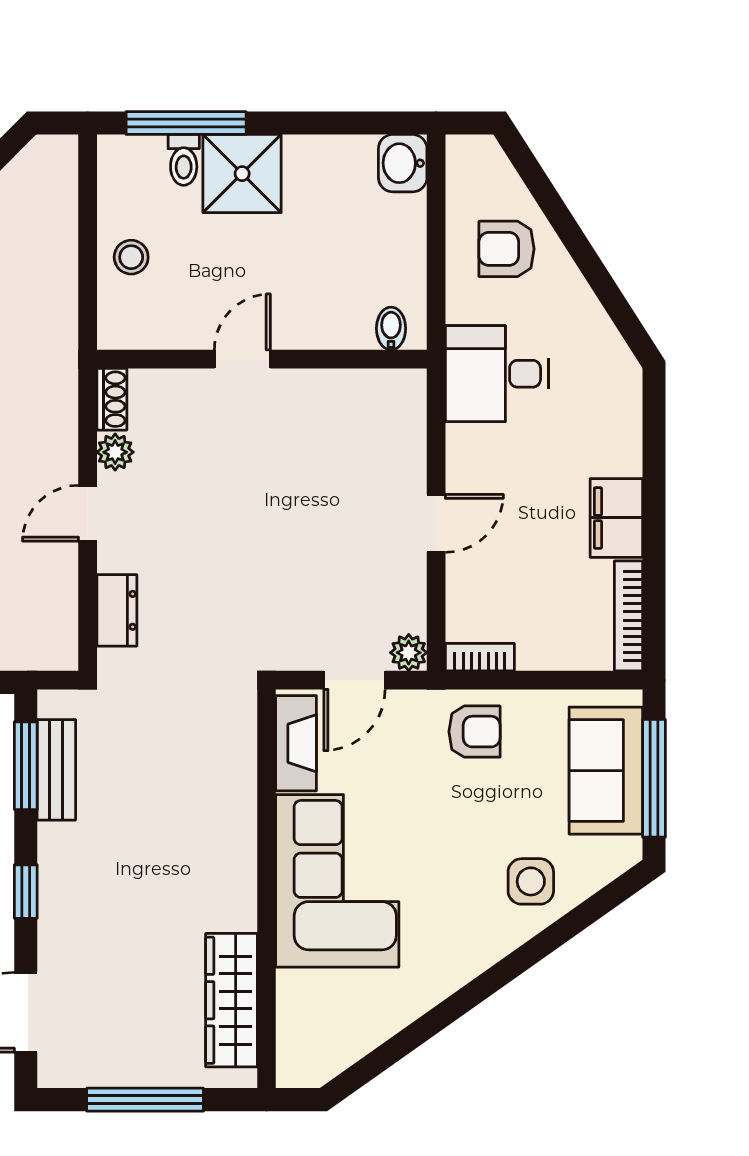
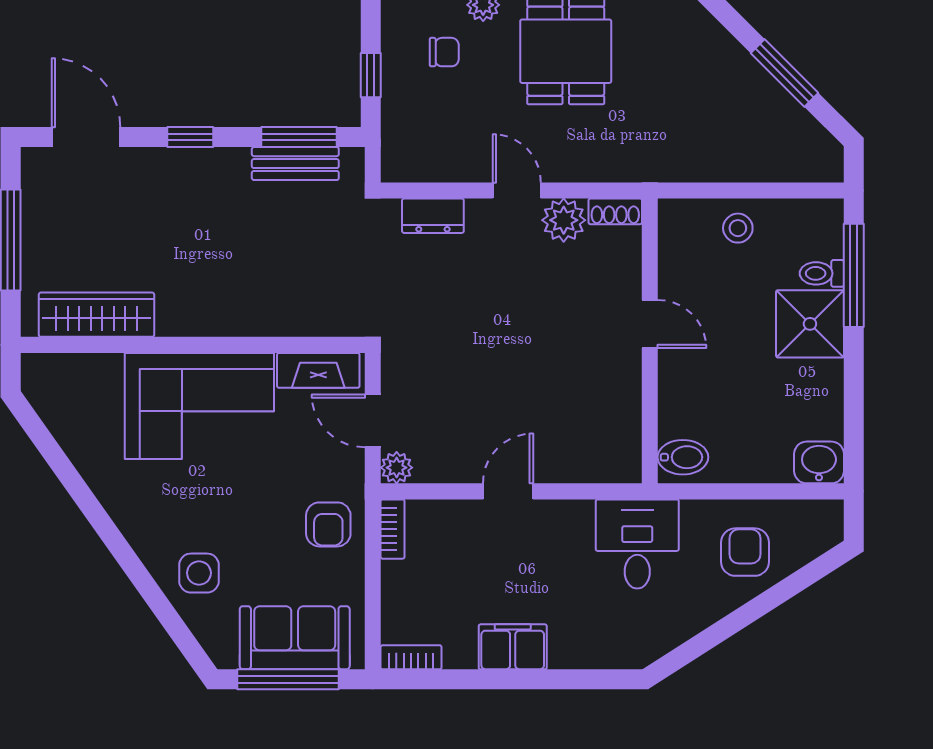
bidet: (391, 328) -> (683, 457), width x1.38, depth x1.36
plant: (115, 452) -> (564, 220), width x1.38, depth x1.38
door: (436, 523) -> (508, 491), swing flipped
bookcase: (628, 616) -> (411, 657), width x0.64

